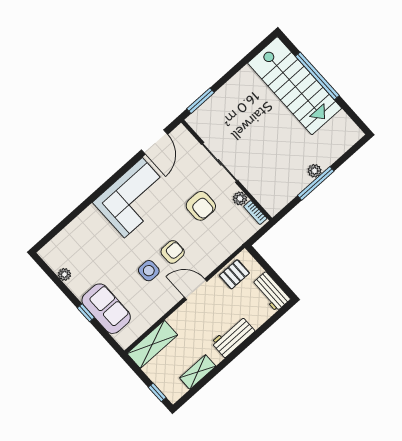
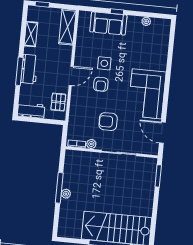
window: (246, 344) -> (19, 71), added

